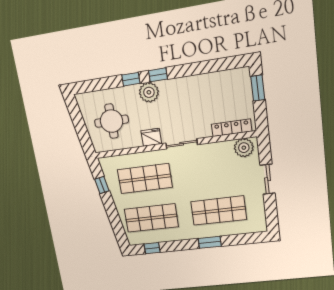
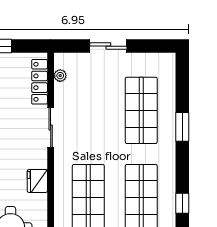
sliding door: (182, 144) -> (51, 127), moved
plant: (244, 148) -> (60, 76), width x0.53, depth x0.53

